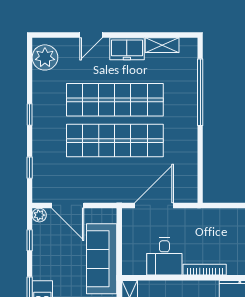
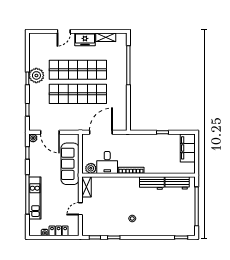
plant: (45, 57) -> (36, 75), moved
plant: (137, 266) -> (91, 168), added

